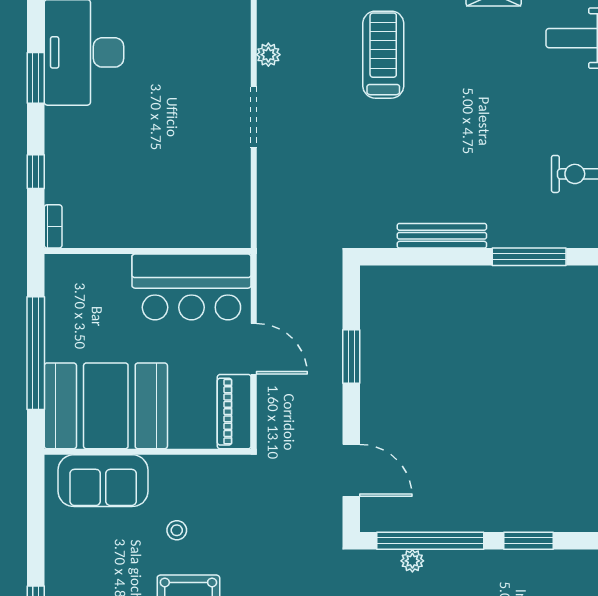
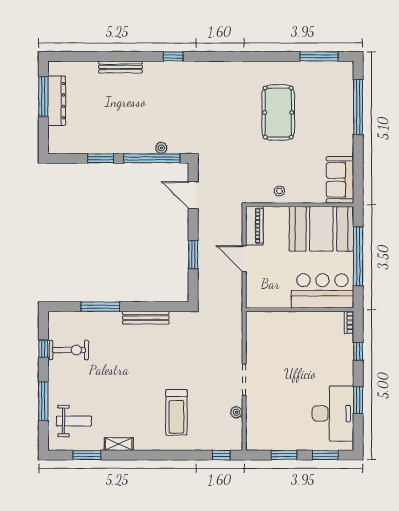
bar counter: (191, 287) -> (322, 291), moved
sofa: (103, 481) -> (340, 180), moved, turned -90
stool: (177, 530) -> (279, 191), moved

